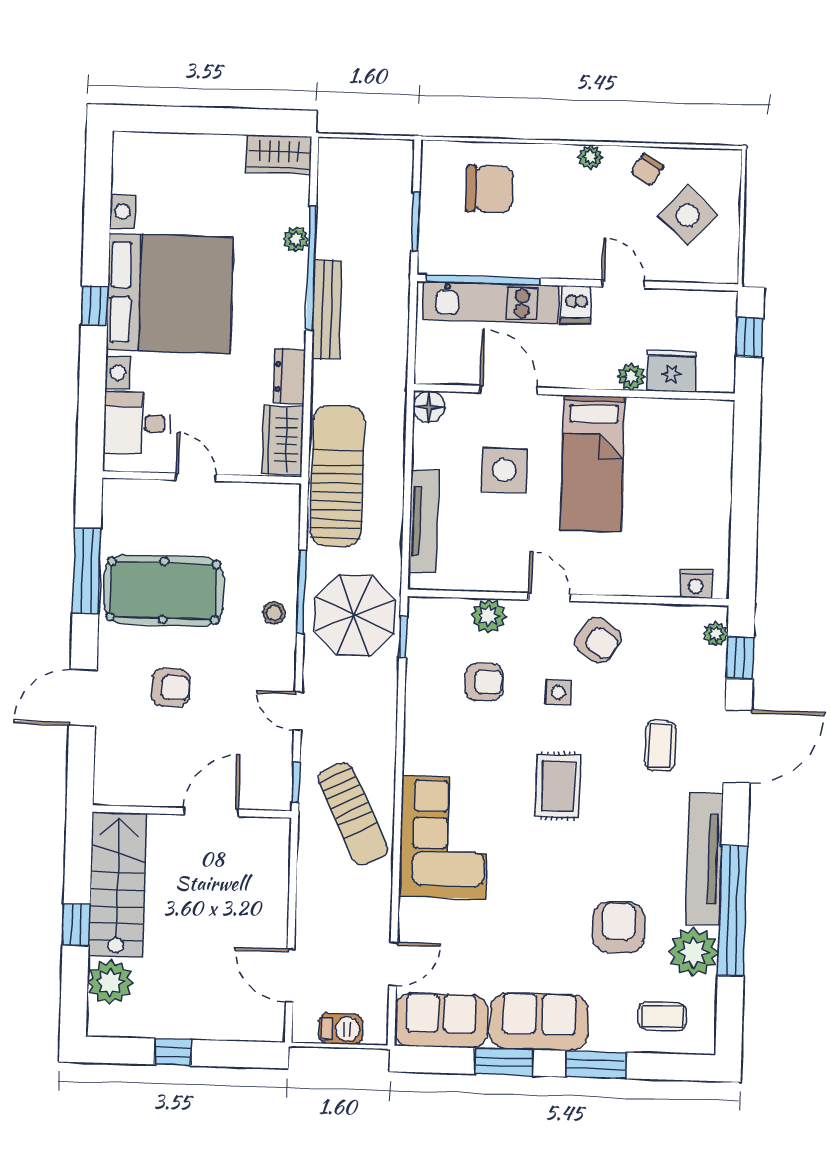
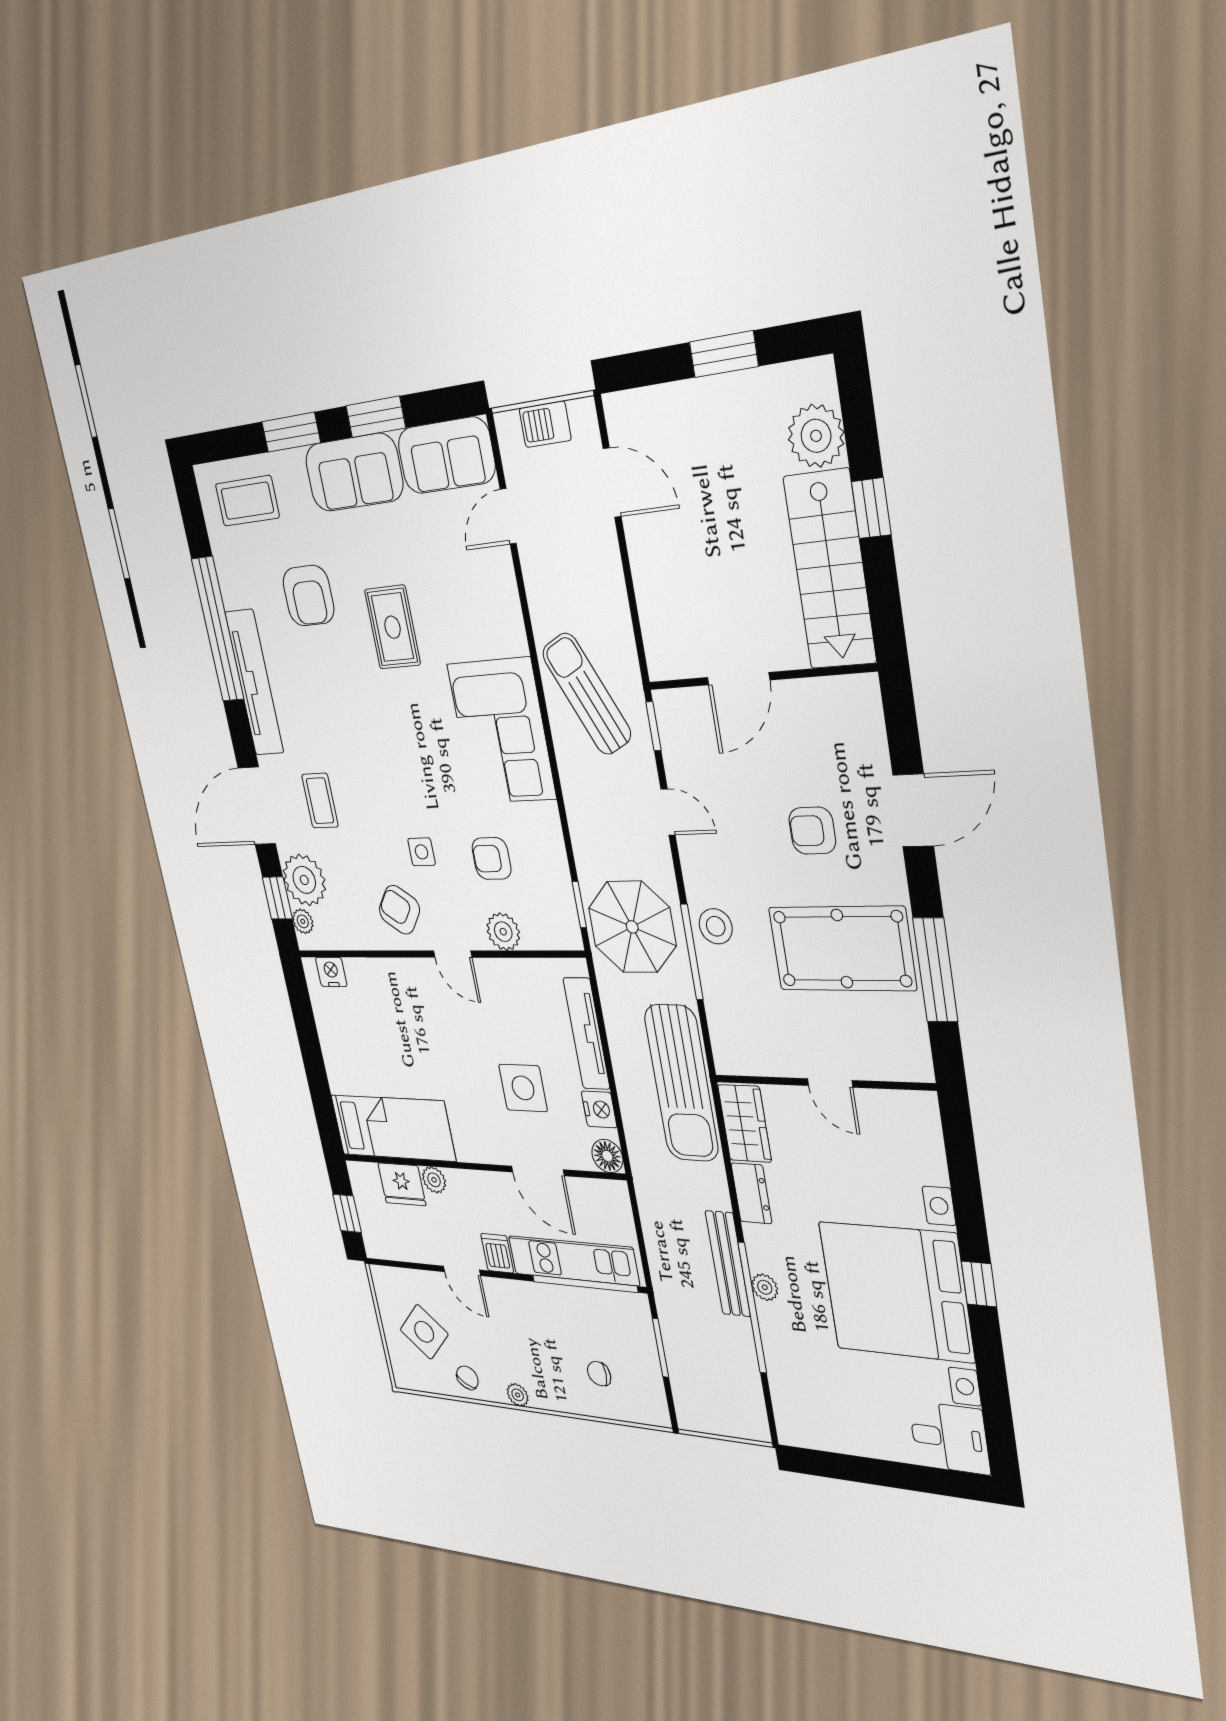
wardrobe: (279, 154) -> (808, 1430), removed
chair: (489, 189) -> (599, 1374), width x0.54, depth x0.54
plant: (296, 239) -> (765, 1287), moved
desk: (137, 423) -> (949, 1438), moved
nightstand: (427, 451) -> (599, 1109), added
bed: (593, 463) -> (393, 1128), moved, turned 90
stool: (274, 613) -> (716, 926), width x1.37, depth x1.37
rug: (558, 786) -> (392, 627), moved
corner sofa: (444, 837) -> (502, 731), moved
plant: (693, 952) -> (304, 880), moved
coffee table: (662, 1016) -> (247, 501), width x1.36, depth x1.30
window: (173, 1052) -> (724, 354), width x1.50

